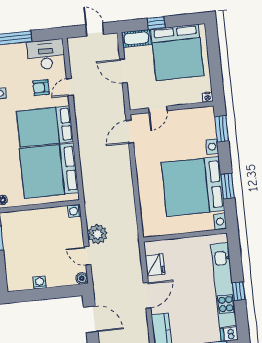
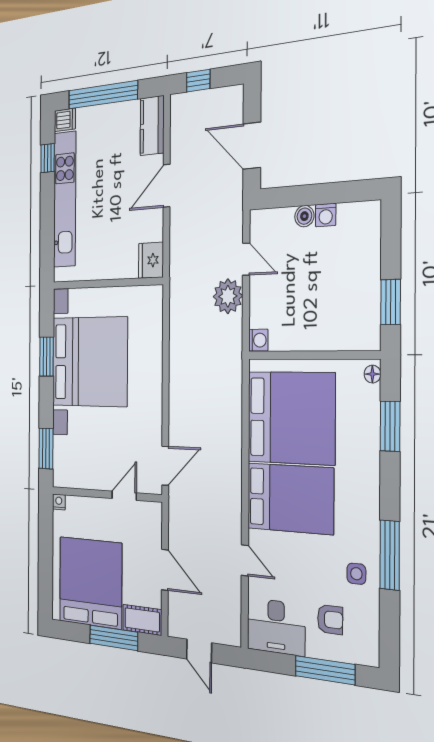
window: (156, 23) -> (114, 638), width x2.17
door: (70, 87) -> (245, 560), hinge flipped
armchair: (41, 88) -> (330, 619), moved
fridge: (155, 265) -> (151, 260), moved
boiler: (82, 278) -> (304, 216), moved
window: (239, 291) -> (48, 158), moved

